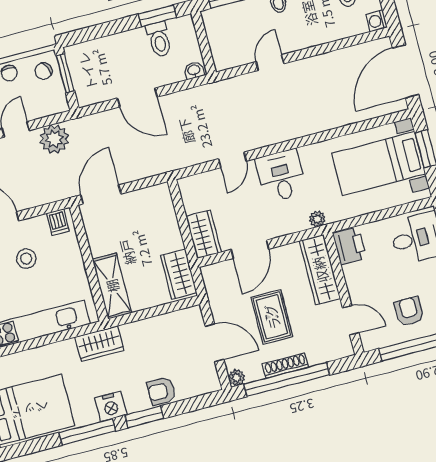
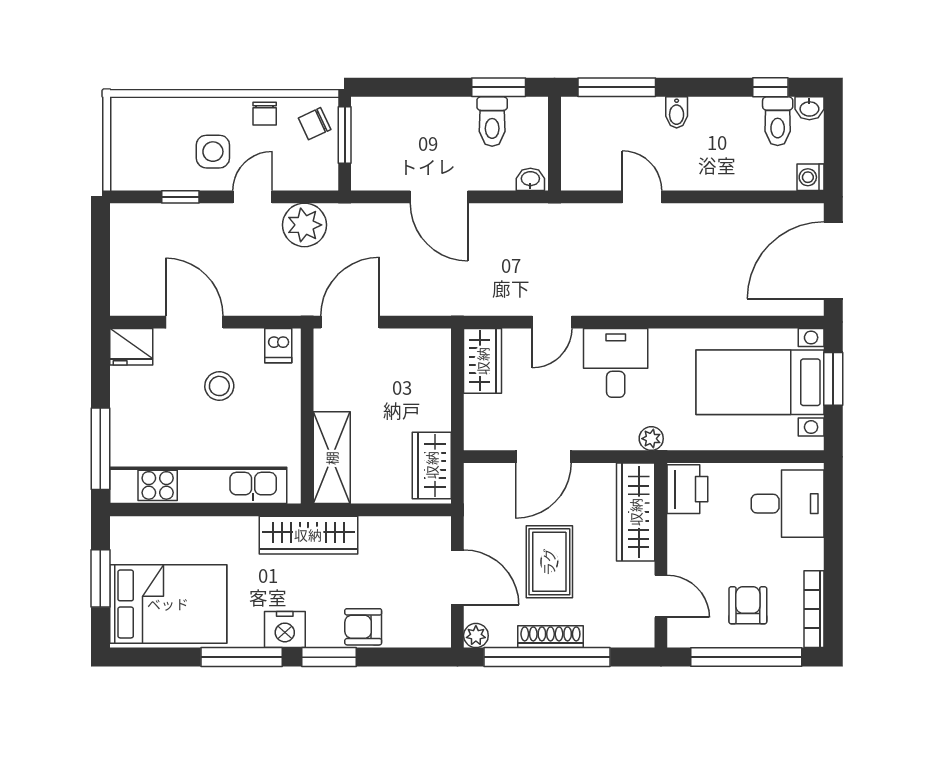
door: (270, 63) -> (642, 197), hinge flipped
wardrobe: (204, 234) -> (483, 361), moved
wardrobe: (99, 344) -> (308, 535), width x1.50

